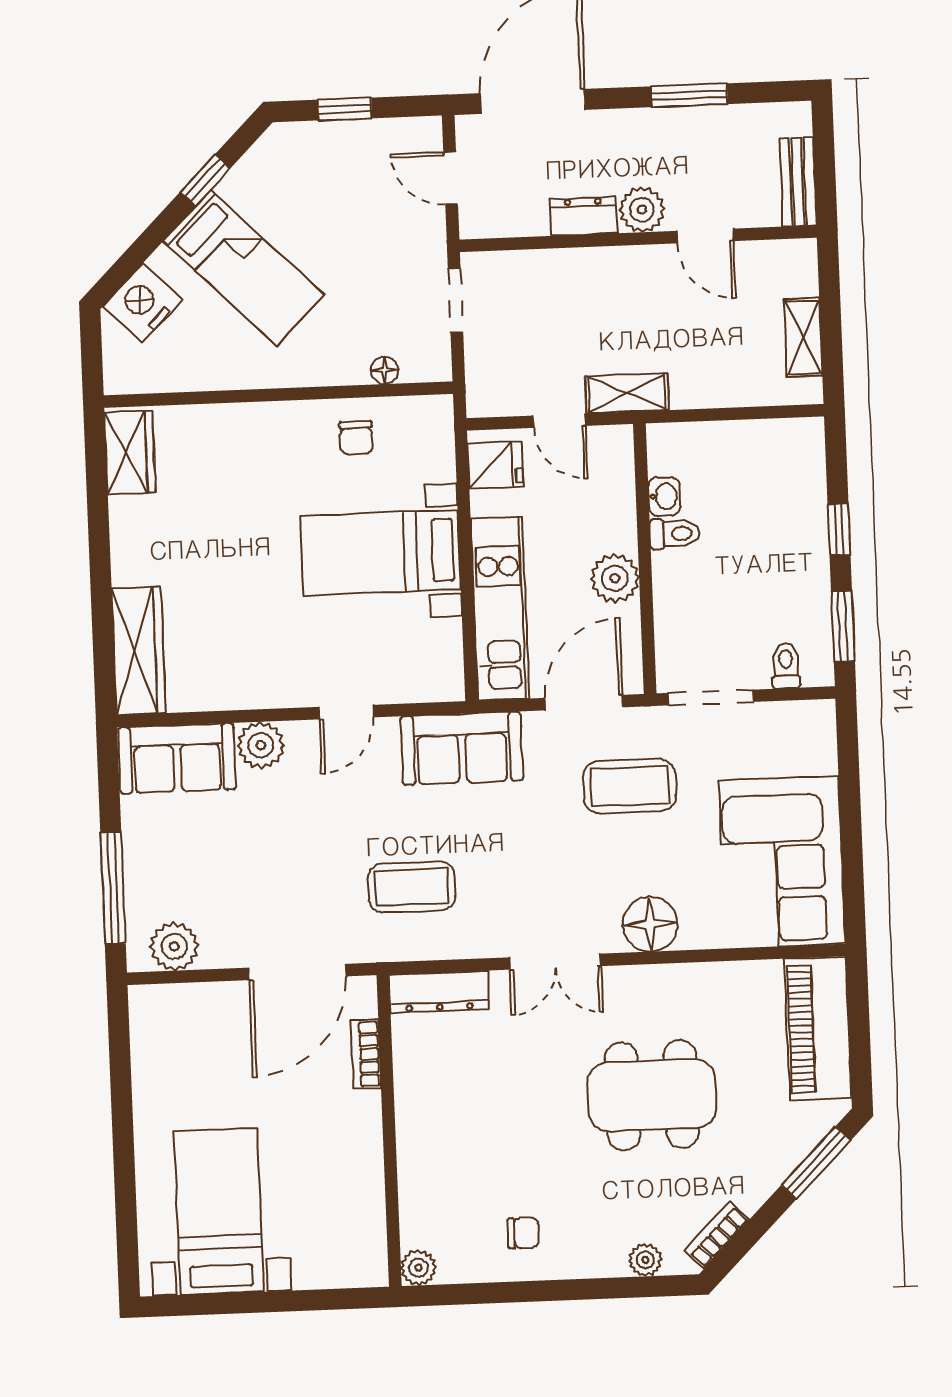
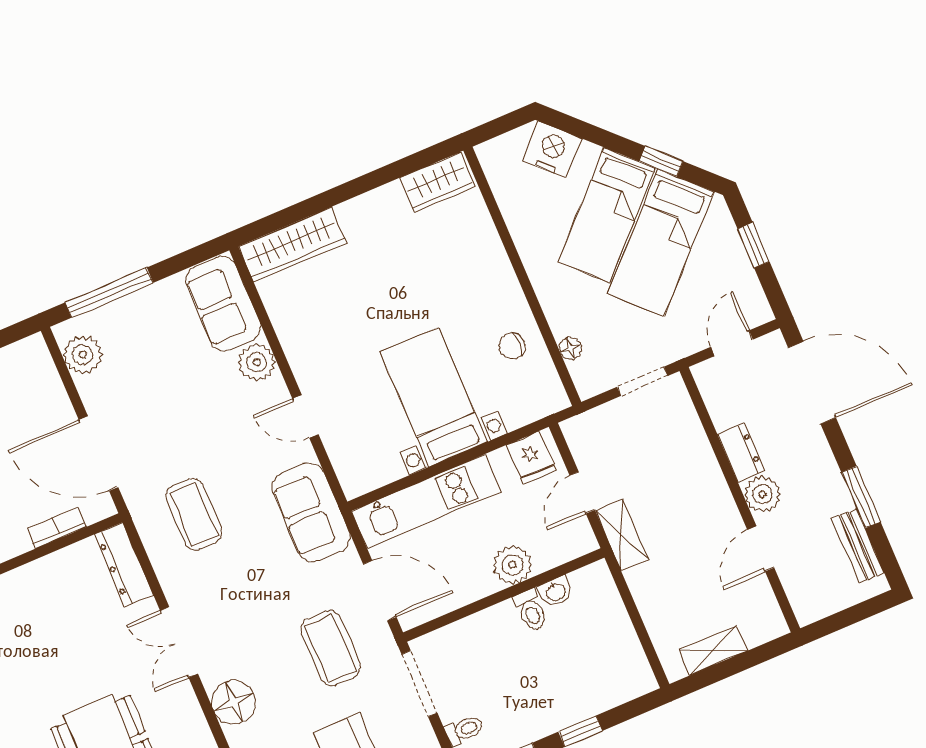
bench: (798, 182) -> (858, 546), moved, turned 90
bed: (301, 217) -> (661, 243), added
plant: (615, 578) -> (512, 565), moved

